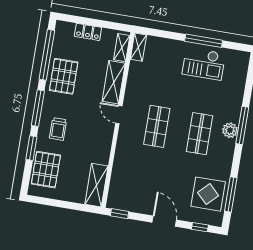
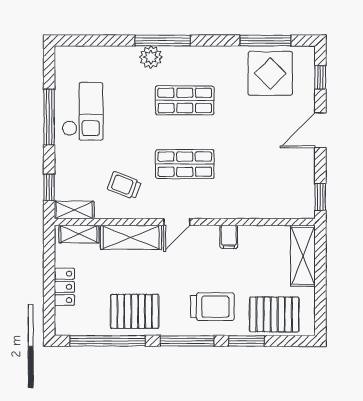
window: (156, 33) -> (49, 187), added
trolley: (149, 83) -> (124, 185), added
trolley: (58, 129) -> (212, 307), width x1.36, depth x1.39
plant: (230, 130) -> (151, 57), moved
filing cabinet: (103, 148) -> (229, 237), added
shelving: (96, 185) -> (303, 256), moved, turned 90

